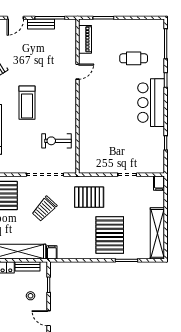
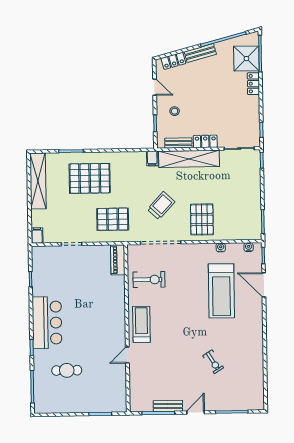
piano: (85, 39) -> (118, 260), moved
treadmill: (27, 103) -> (141, 324), moved
pallet: (110, 235) -> (90, 178), turned 90

